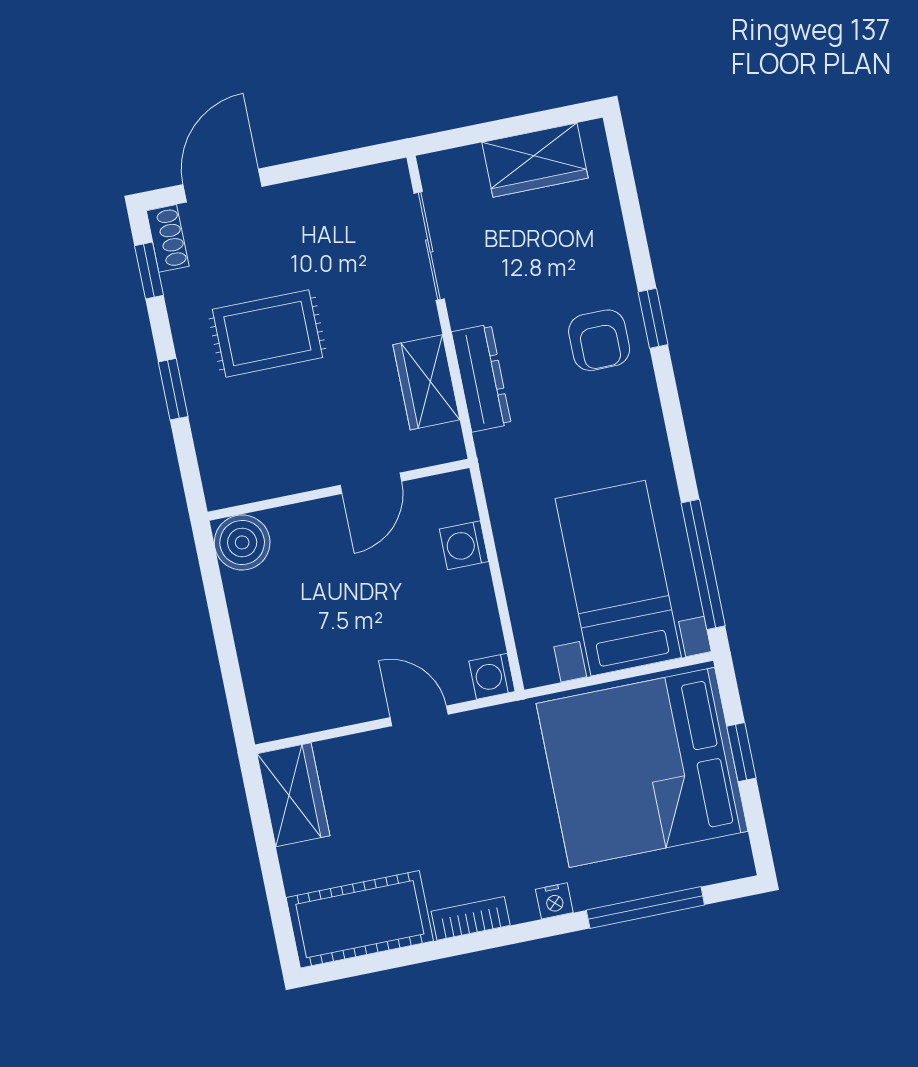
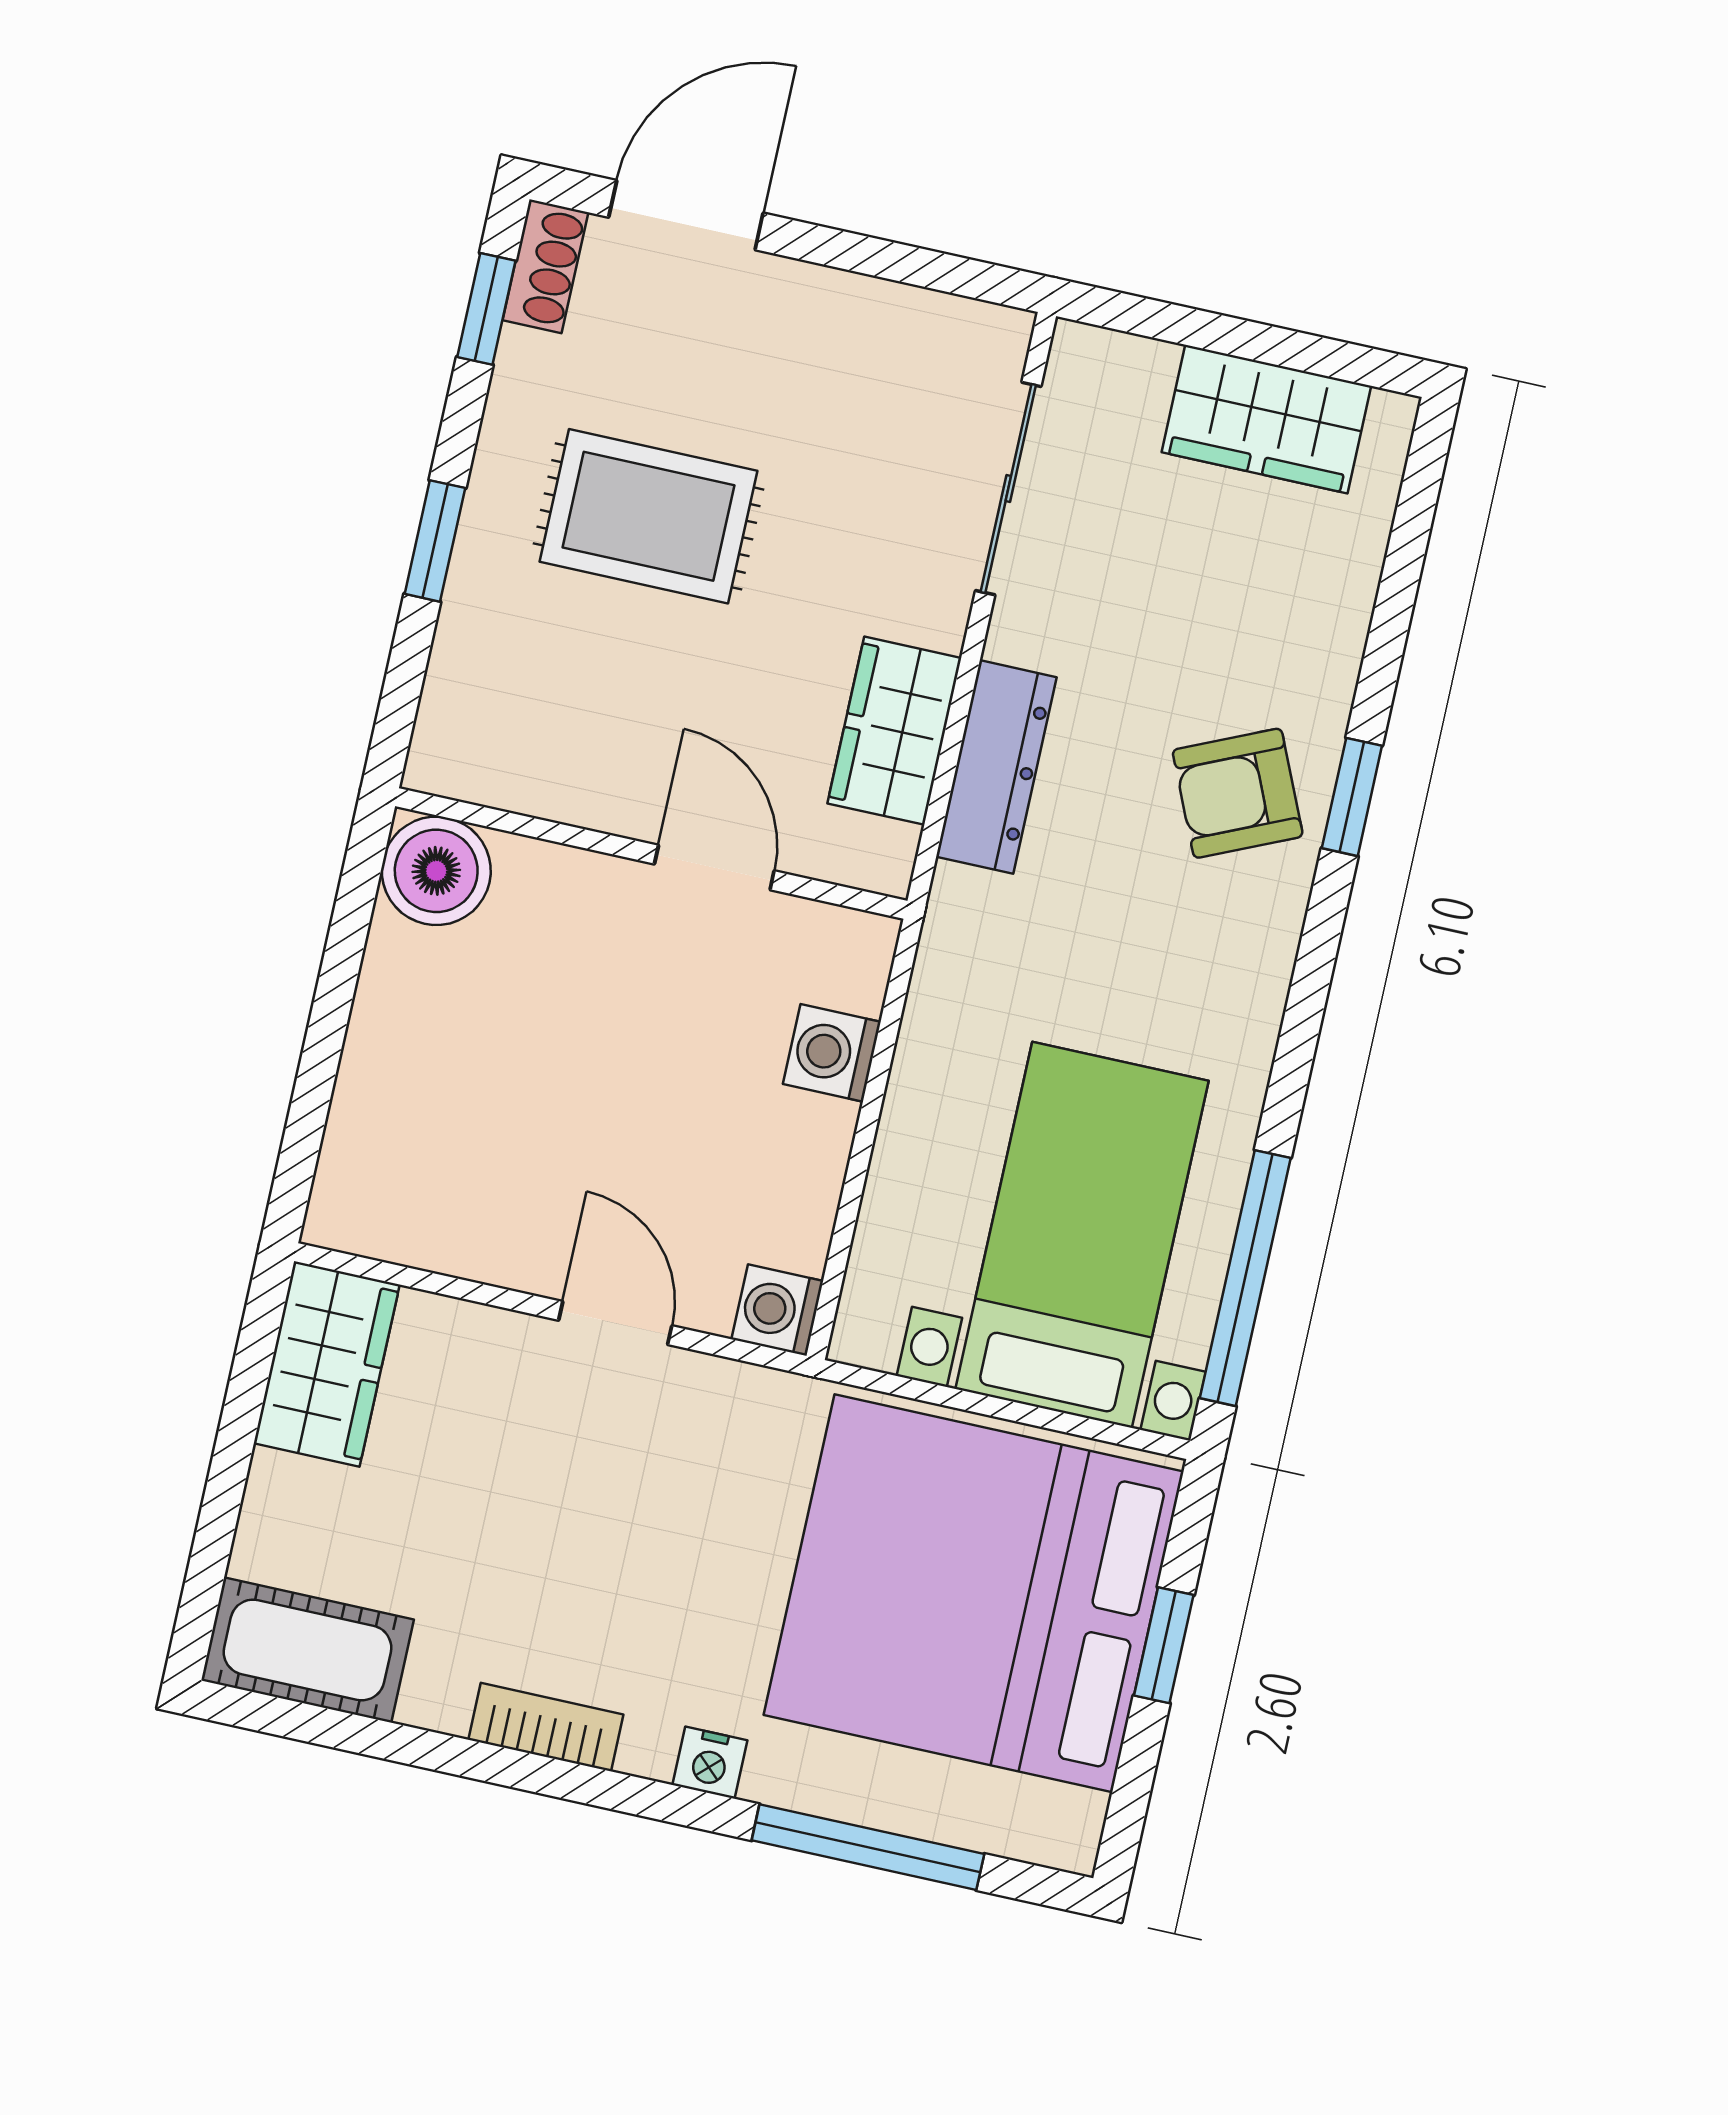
armchair: (599, 340) -> (1238, 793), turned 66
door: (371, 483) -> (714, 867), swing flipped
cot: (360, 919) -> (307, 1650), width x0.73, depth x0.75

